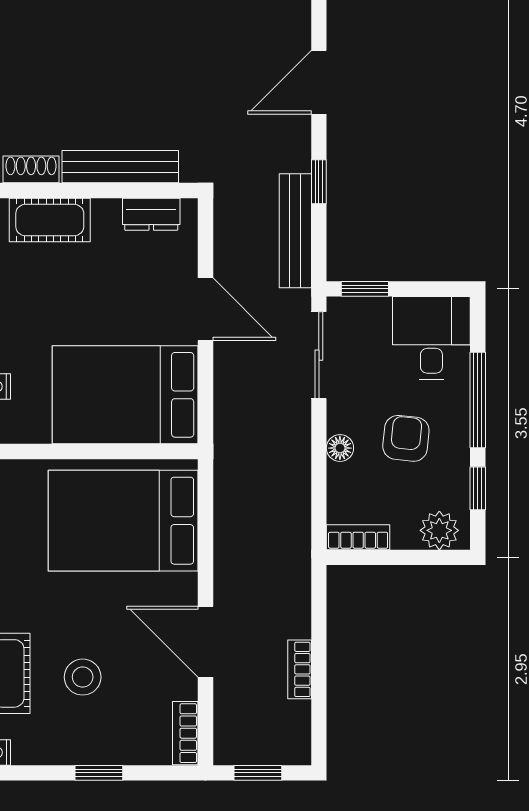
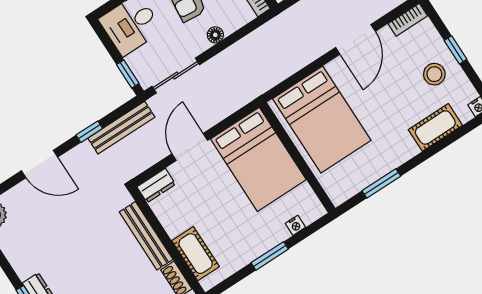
dresser: (151, 214) -> (156, 186), moved, turned 90
stool: (83, 677) -> (434, 74), moved

